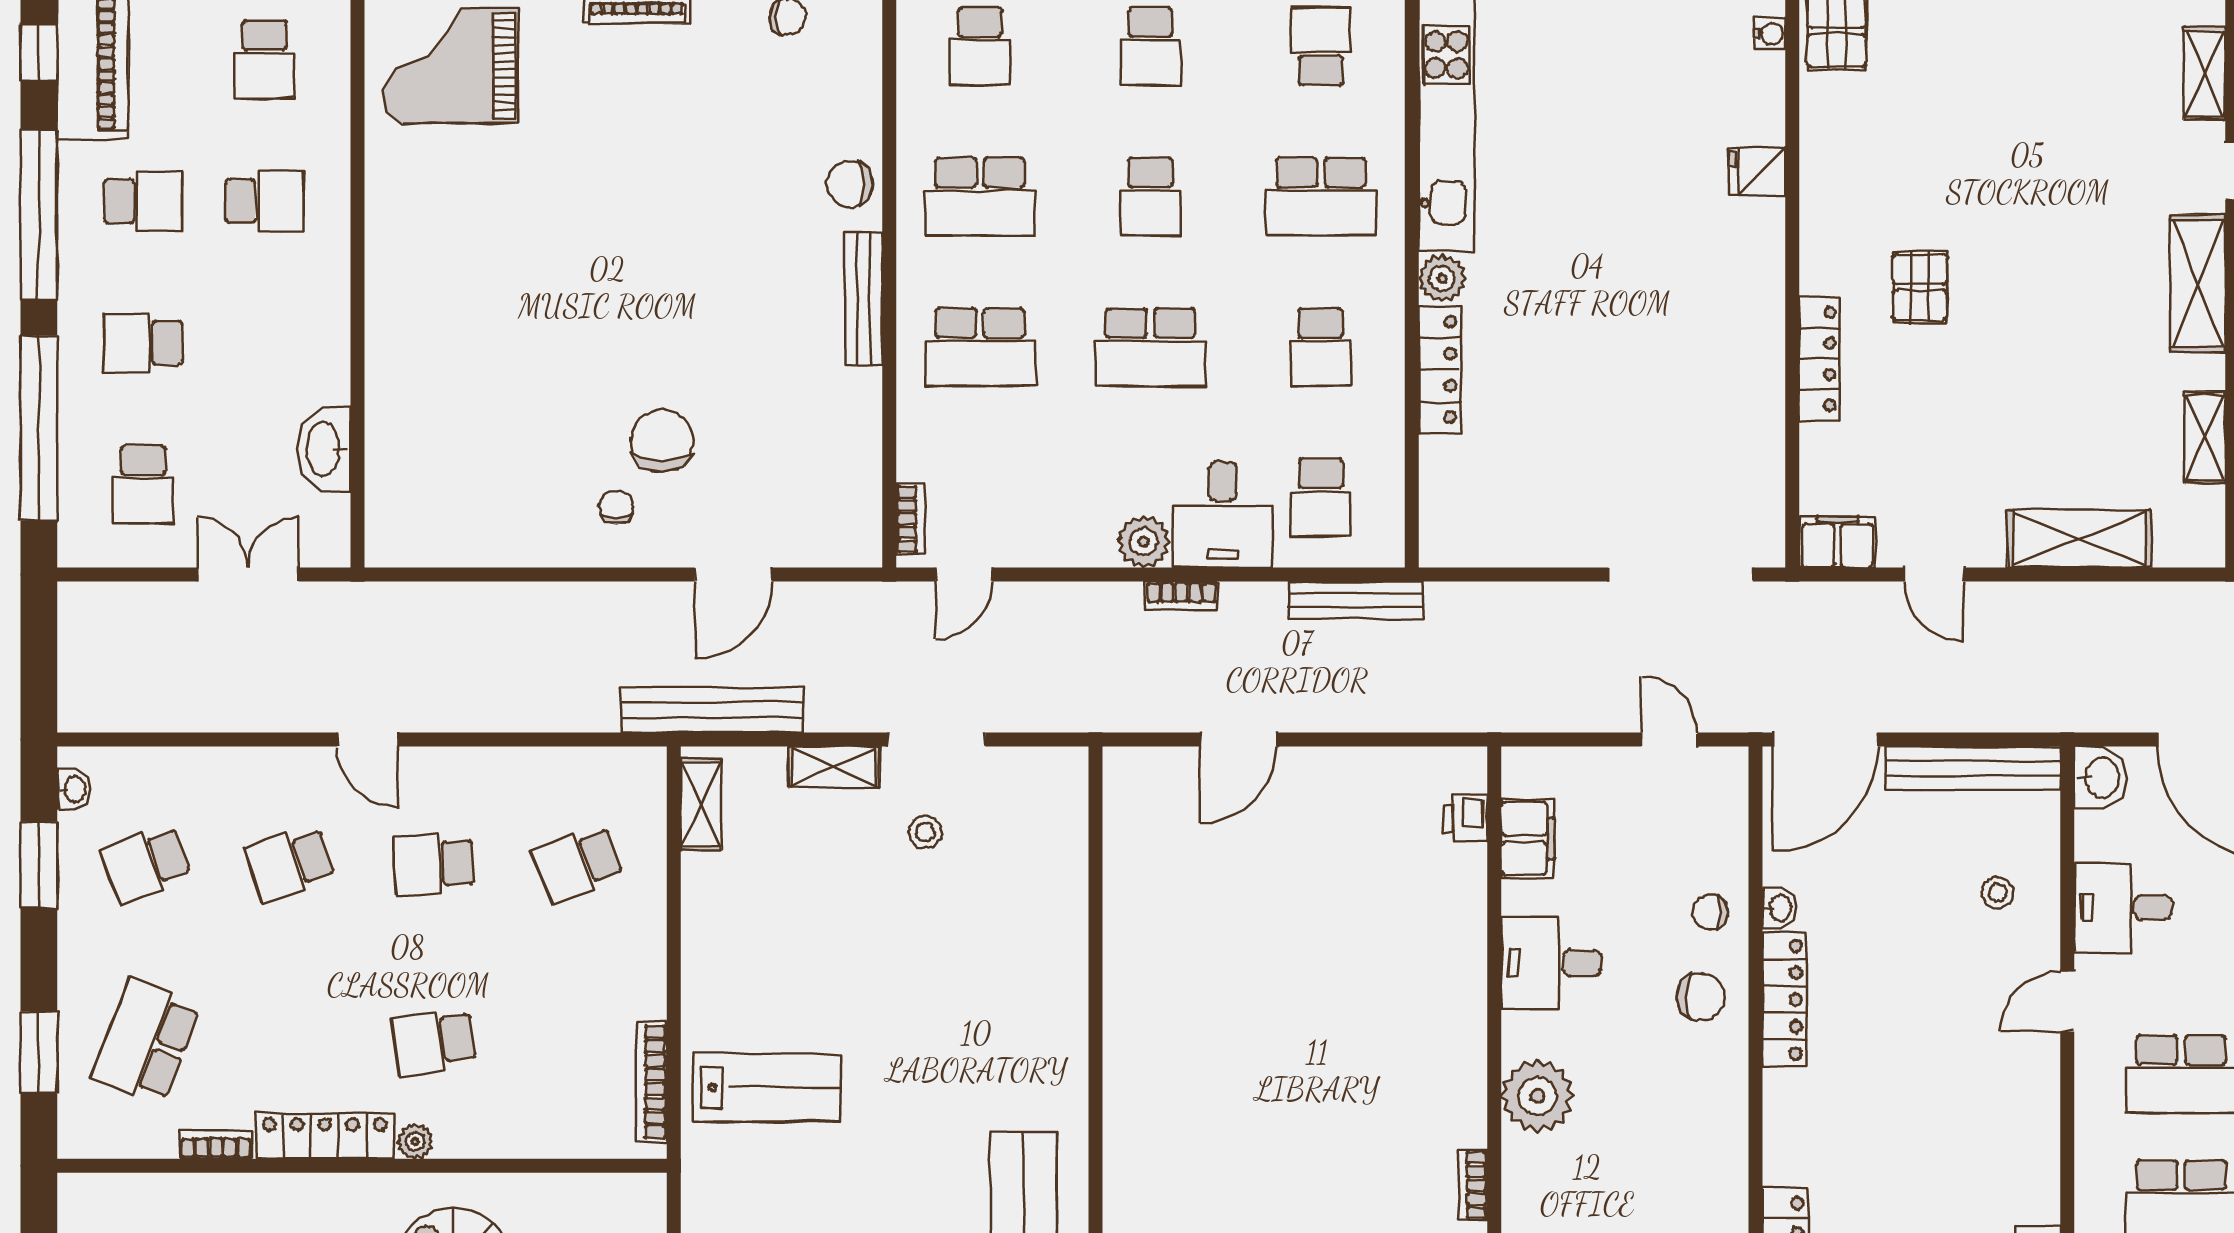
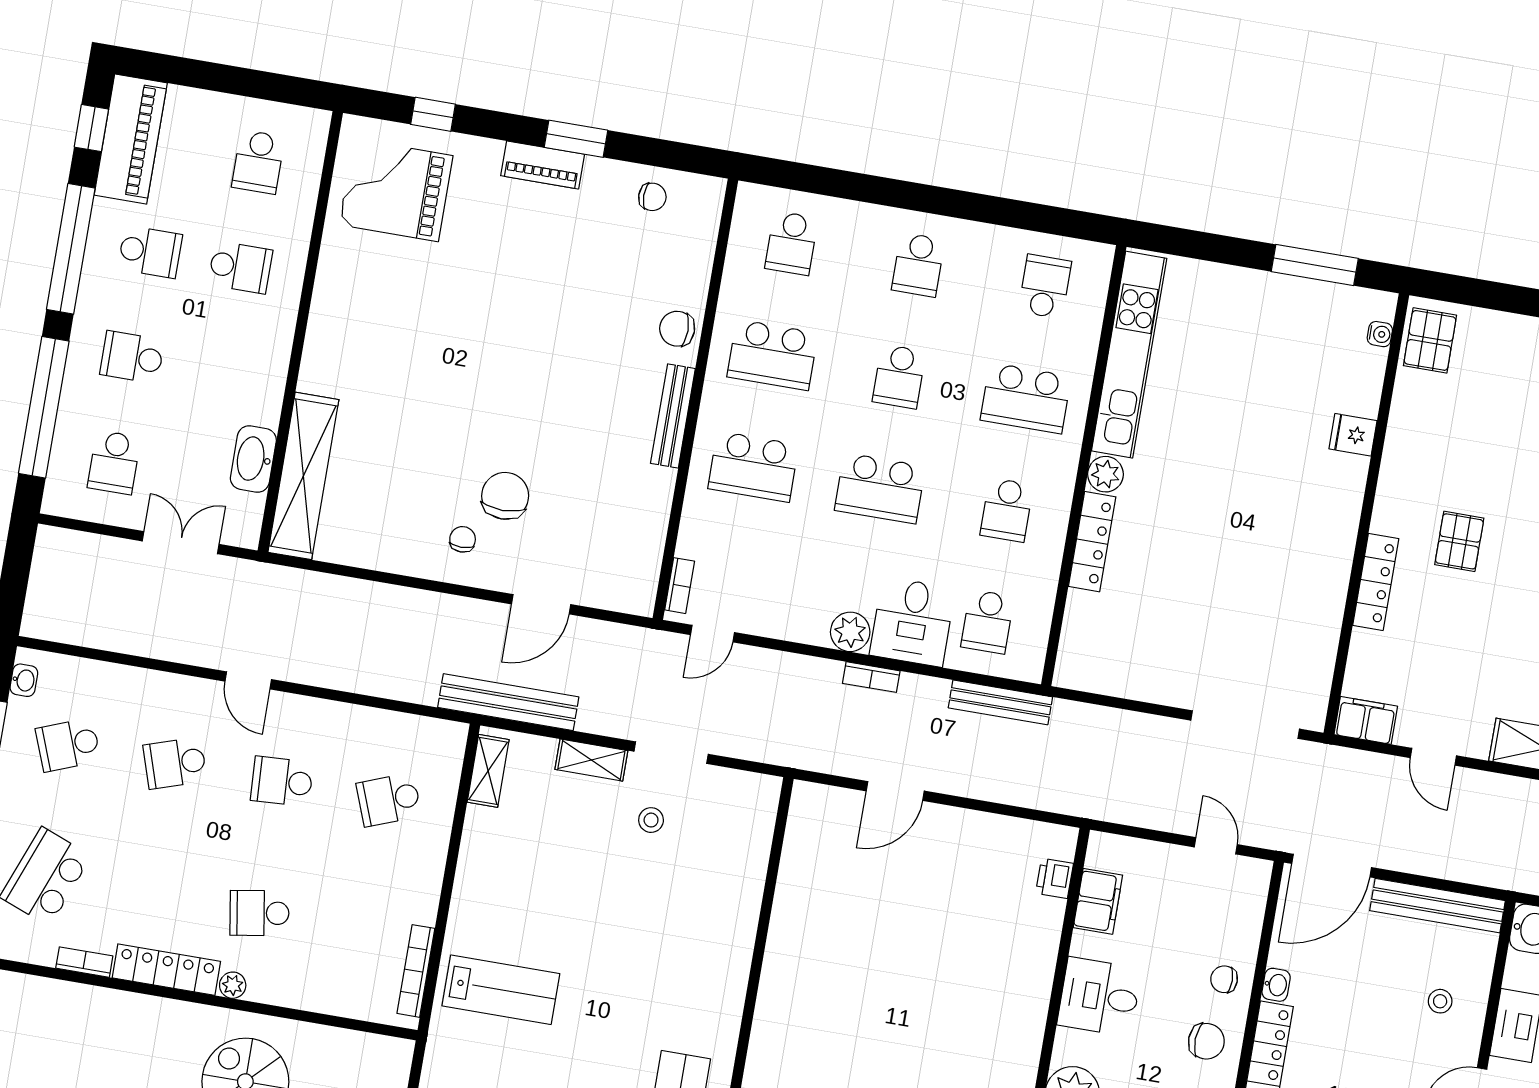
shelving: (394, 460) -> (303, 476), added

